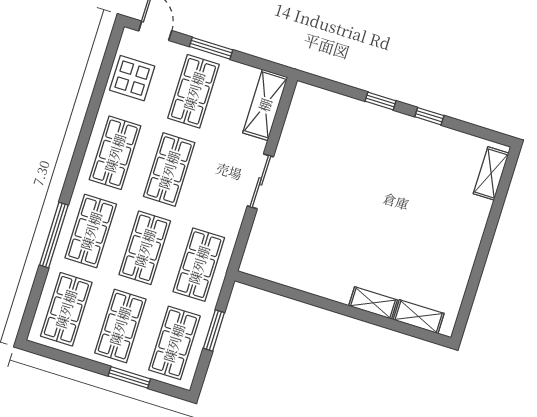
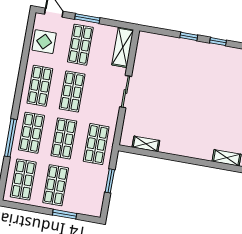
shelving: (373, 303) -> (146, 144), moved
shop shelf: (174, 343) -> (88, 191), removed

